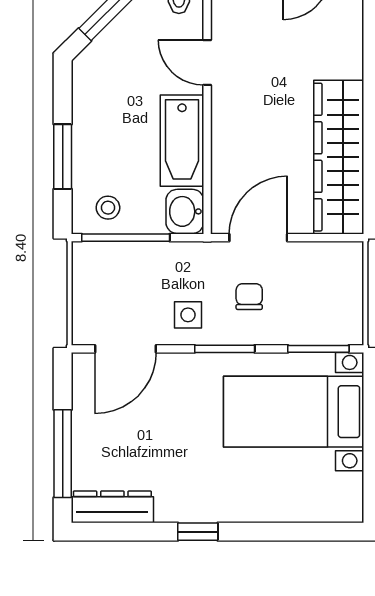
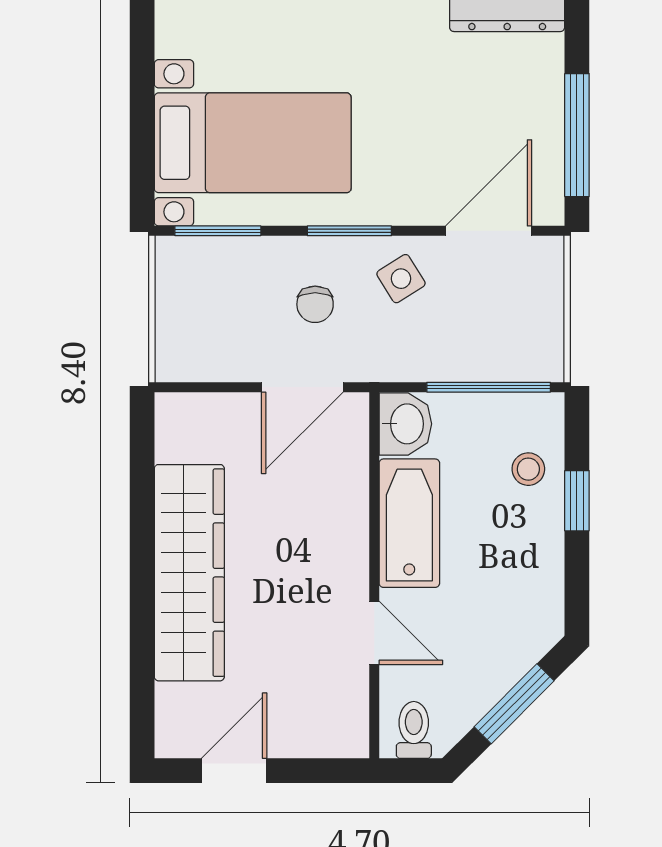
window: (63, 157) -> (577, 501), width x0.67
wardrobe: (339, 157) -> (189, 573), moved
stool: (108, 208) -> (528, 469), moved
side table: (188, 315) -> (401, 279), turned -32
window: (63, 454) -> (577, 135), moved

